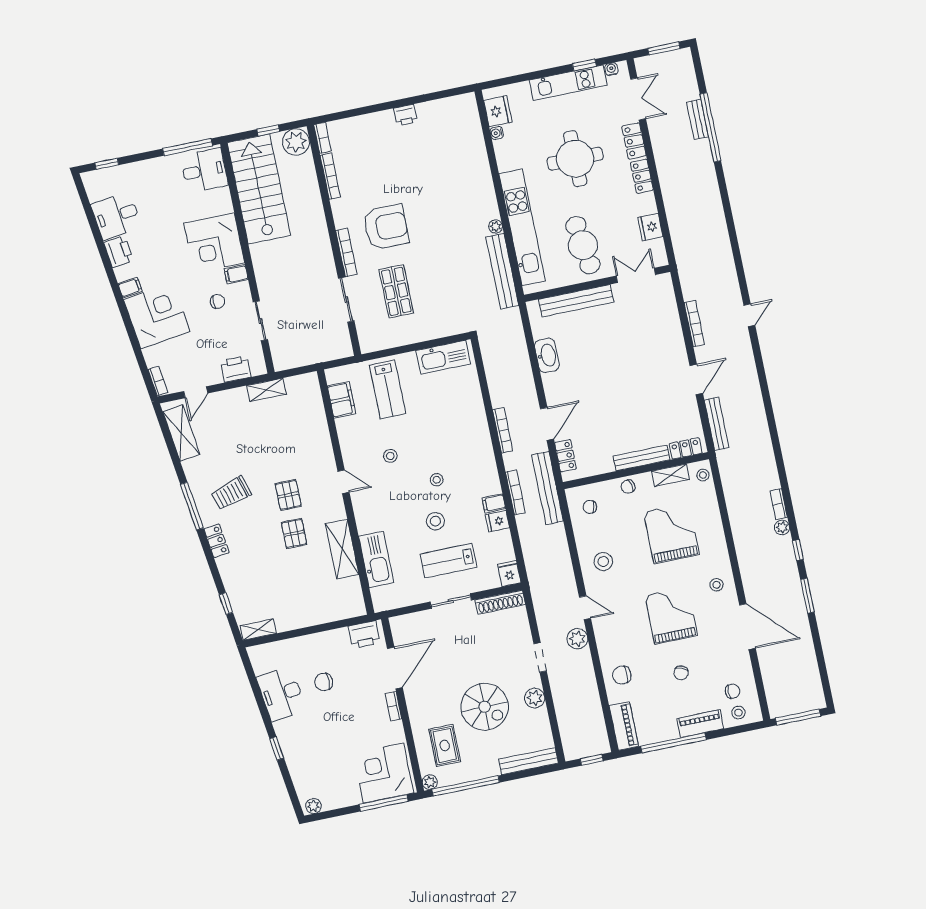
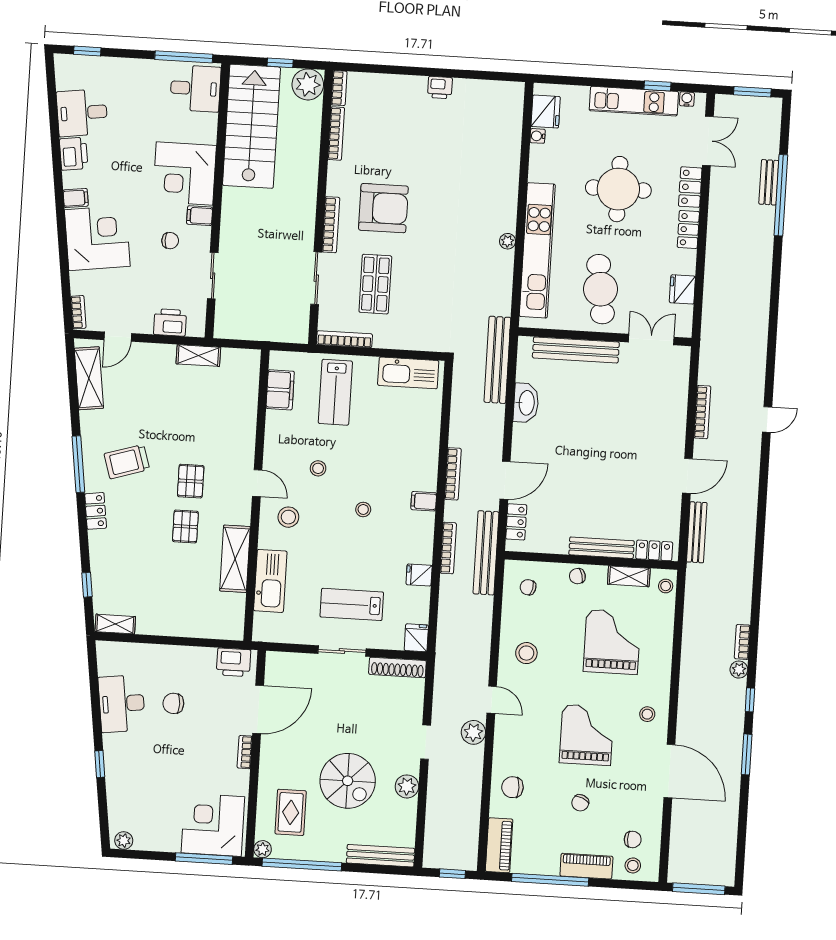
bench: (502, 271) -> (497, 360), moved
bookcase: (383, 344) -> (344, 339), added
filing cabinet: (494, 503) -> (424, 501), moved
stool: (435, 521) -> (288, 517), moved

